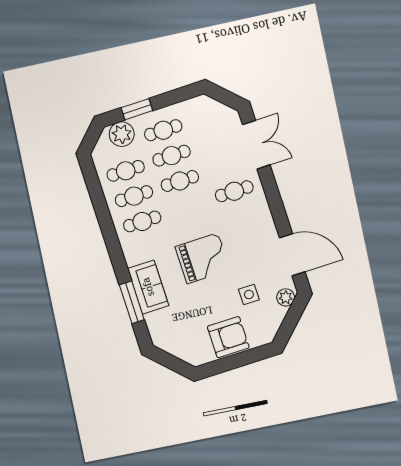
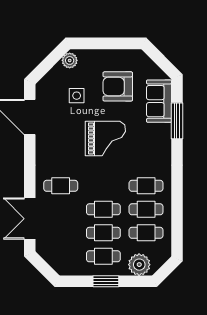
window: (137, 109) -> (106, 281), moved
grand piano: (203, 258) -> (105, 138), turned 180
sofa: (148, 287) -> (159, 101), moved
plant: (286, 297) -> (70, 60), moved
armchair: (228, 337) -> (118, 86), moved

